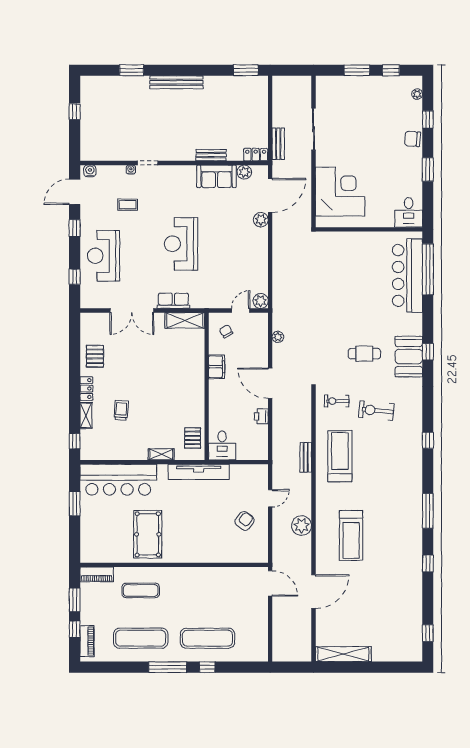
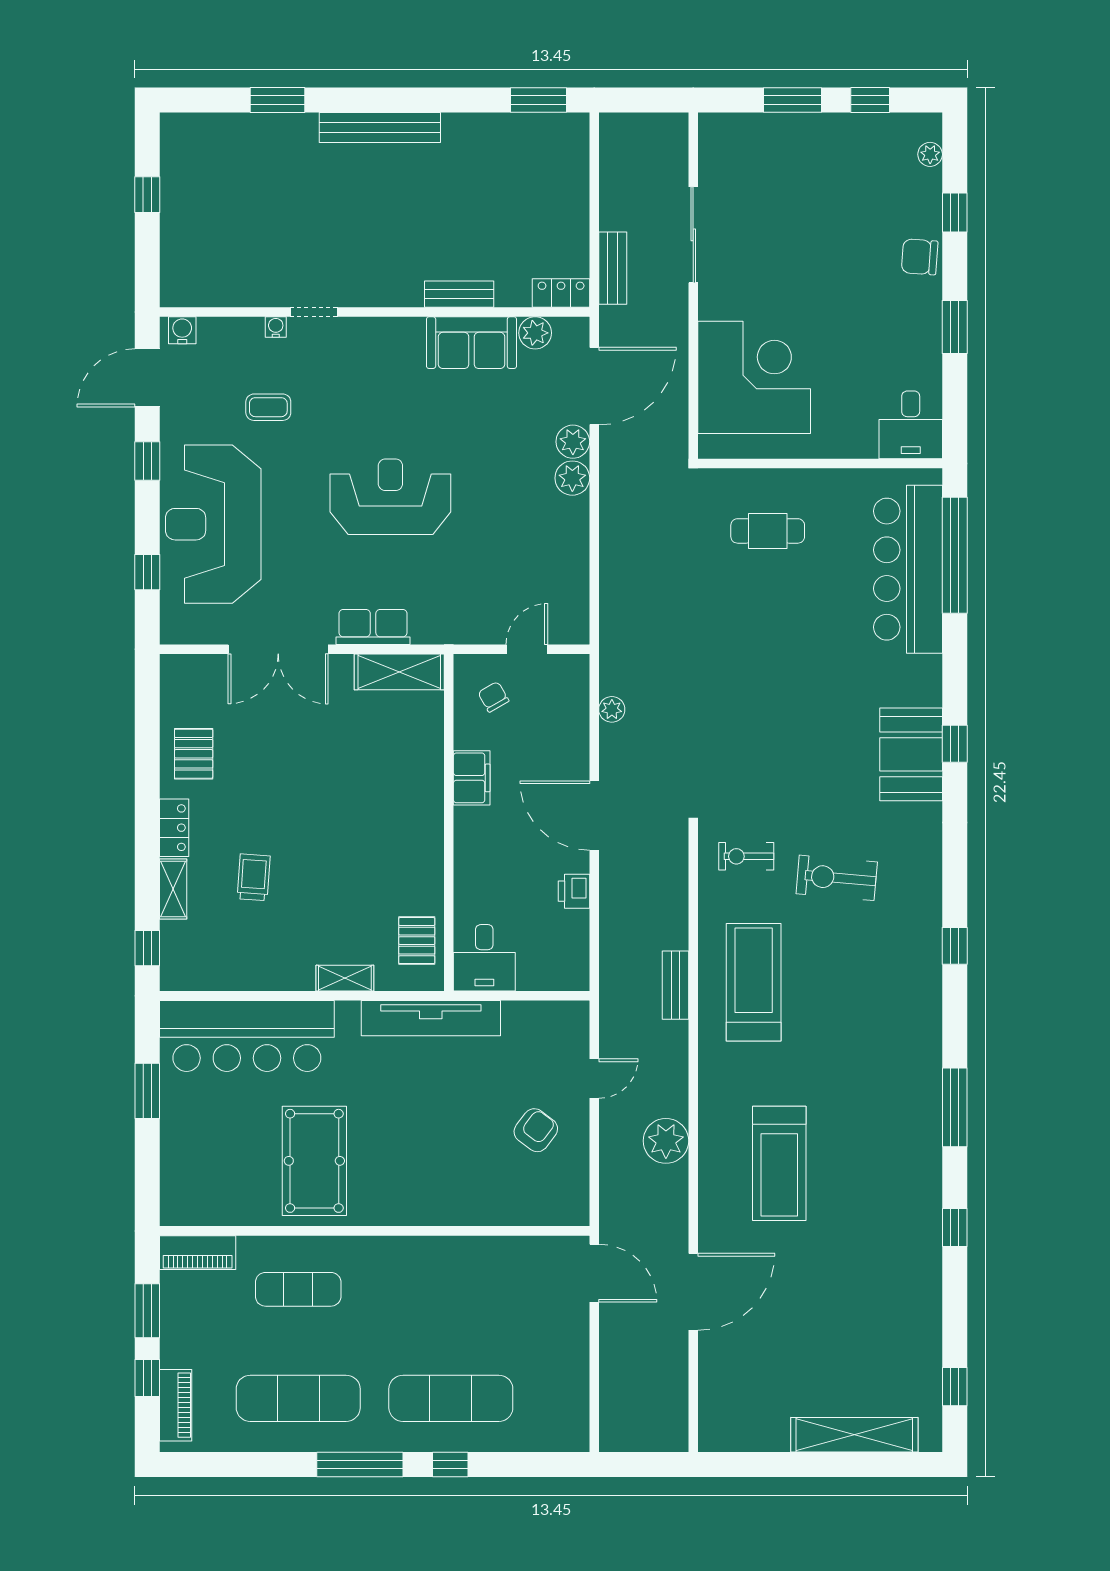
reception desk: (181, 244) -> (390, 497), turned 90
reception desk: (104, 256) -> (213, 524), width x1.36, depth x1.30
plant: (261, 301) -> (572, 478), moved
cafe table: (364, 354) -> (768, 531), moved
shelving: (343, 654) -> (854, 1435), moved

